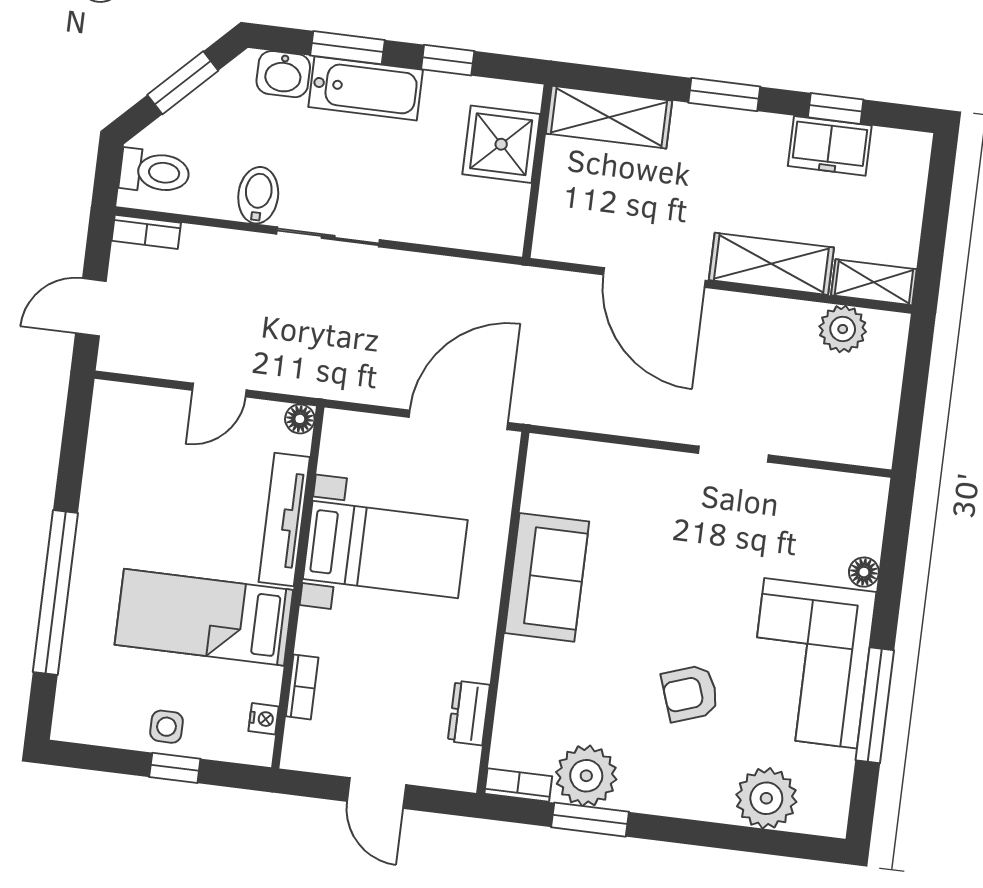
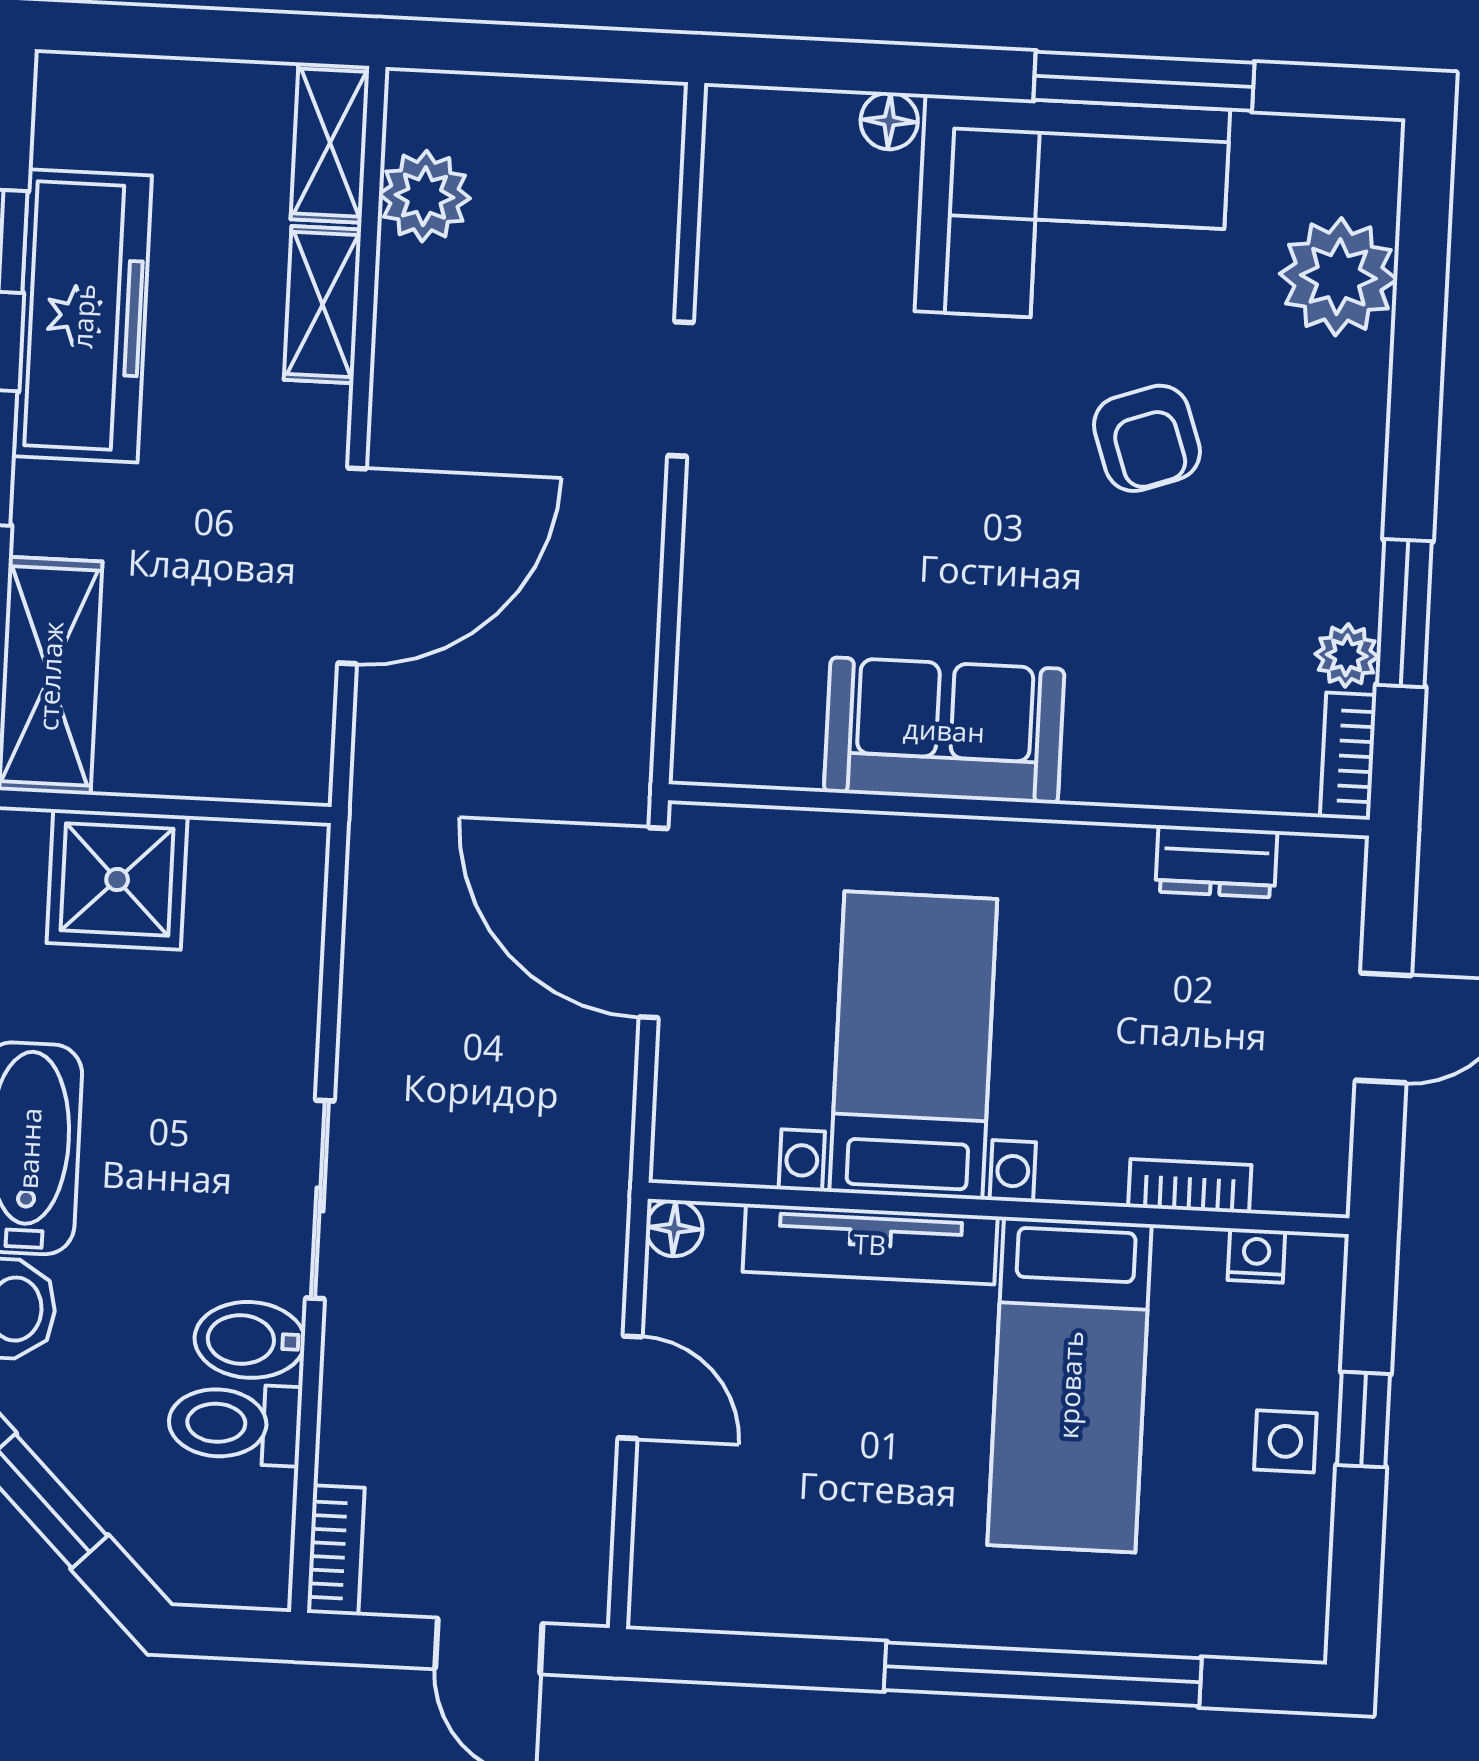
freezer: (830, 146) -> (83, 316), width x1.91, depth x1.26
toilet: (155, 172) -> (235, 1424), moved, turned -90
shelving: (771, 264) -> (323, 305), width x0.67, depth x0.75
plant: (586, 776) -> (1347, 655), width x0.53, depth x0.53

